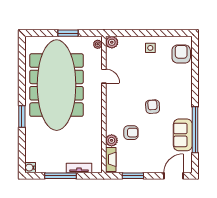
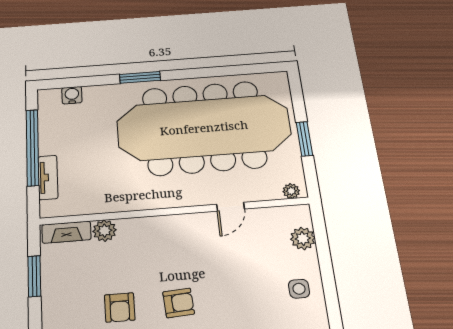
plant: (112, 42) -> (303, 238), moved
armchair: (131, 133) -> (120, 307), moved
water cooler: (30, 168) -> (72, 95), moved
window: (61, 176) -> (32, 147), width x1.46

